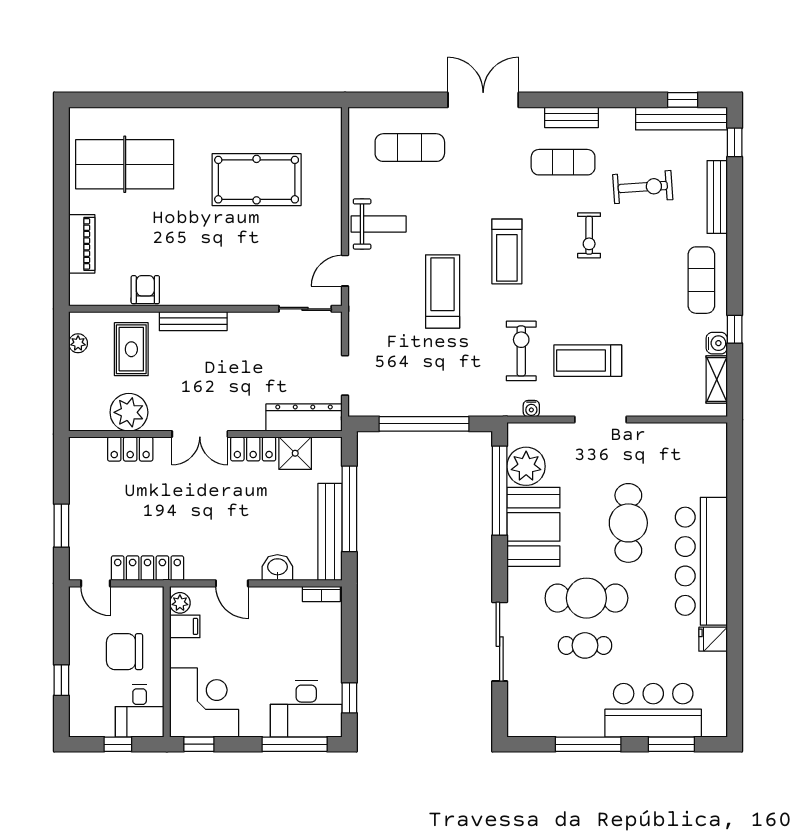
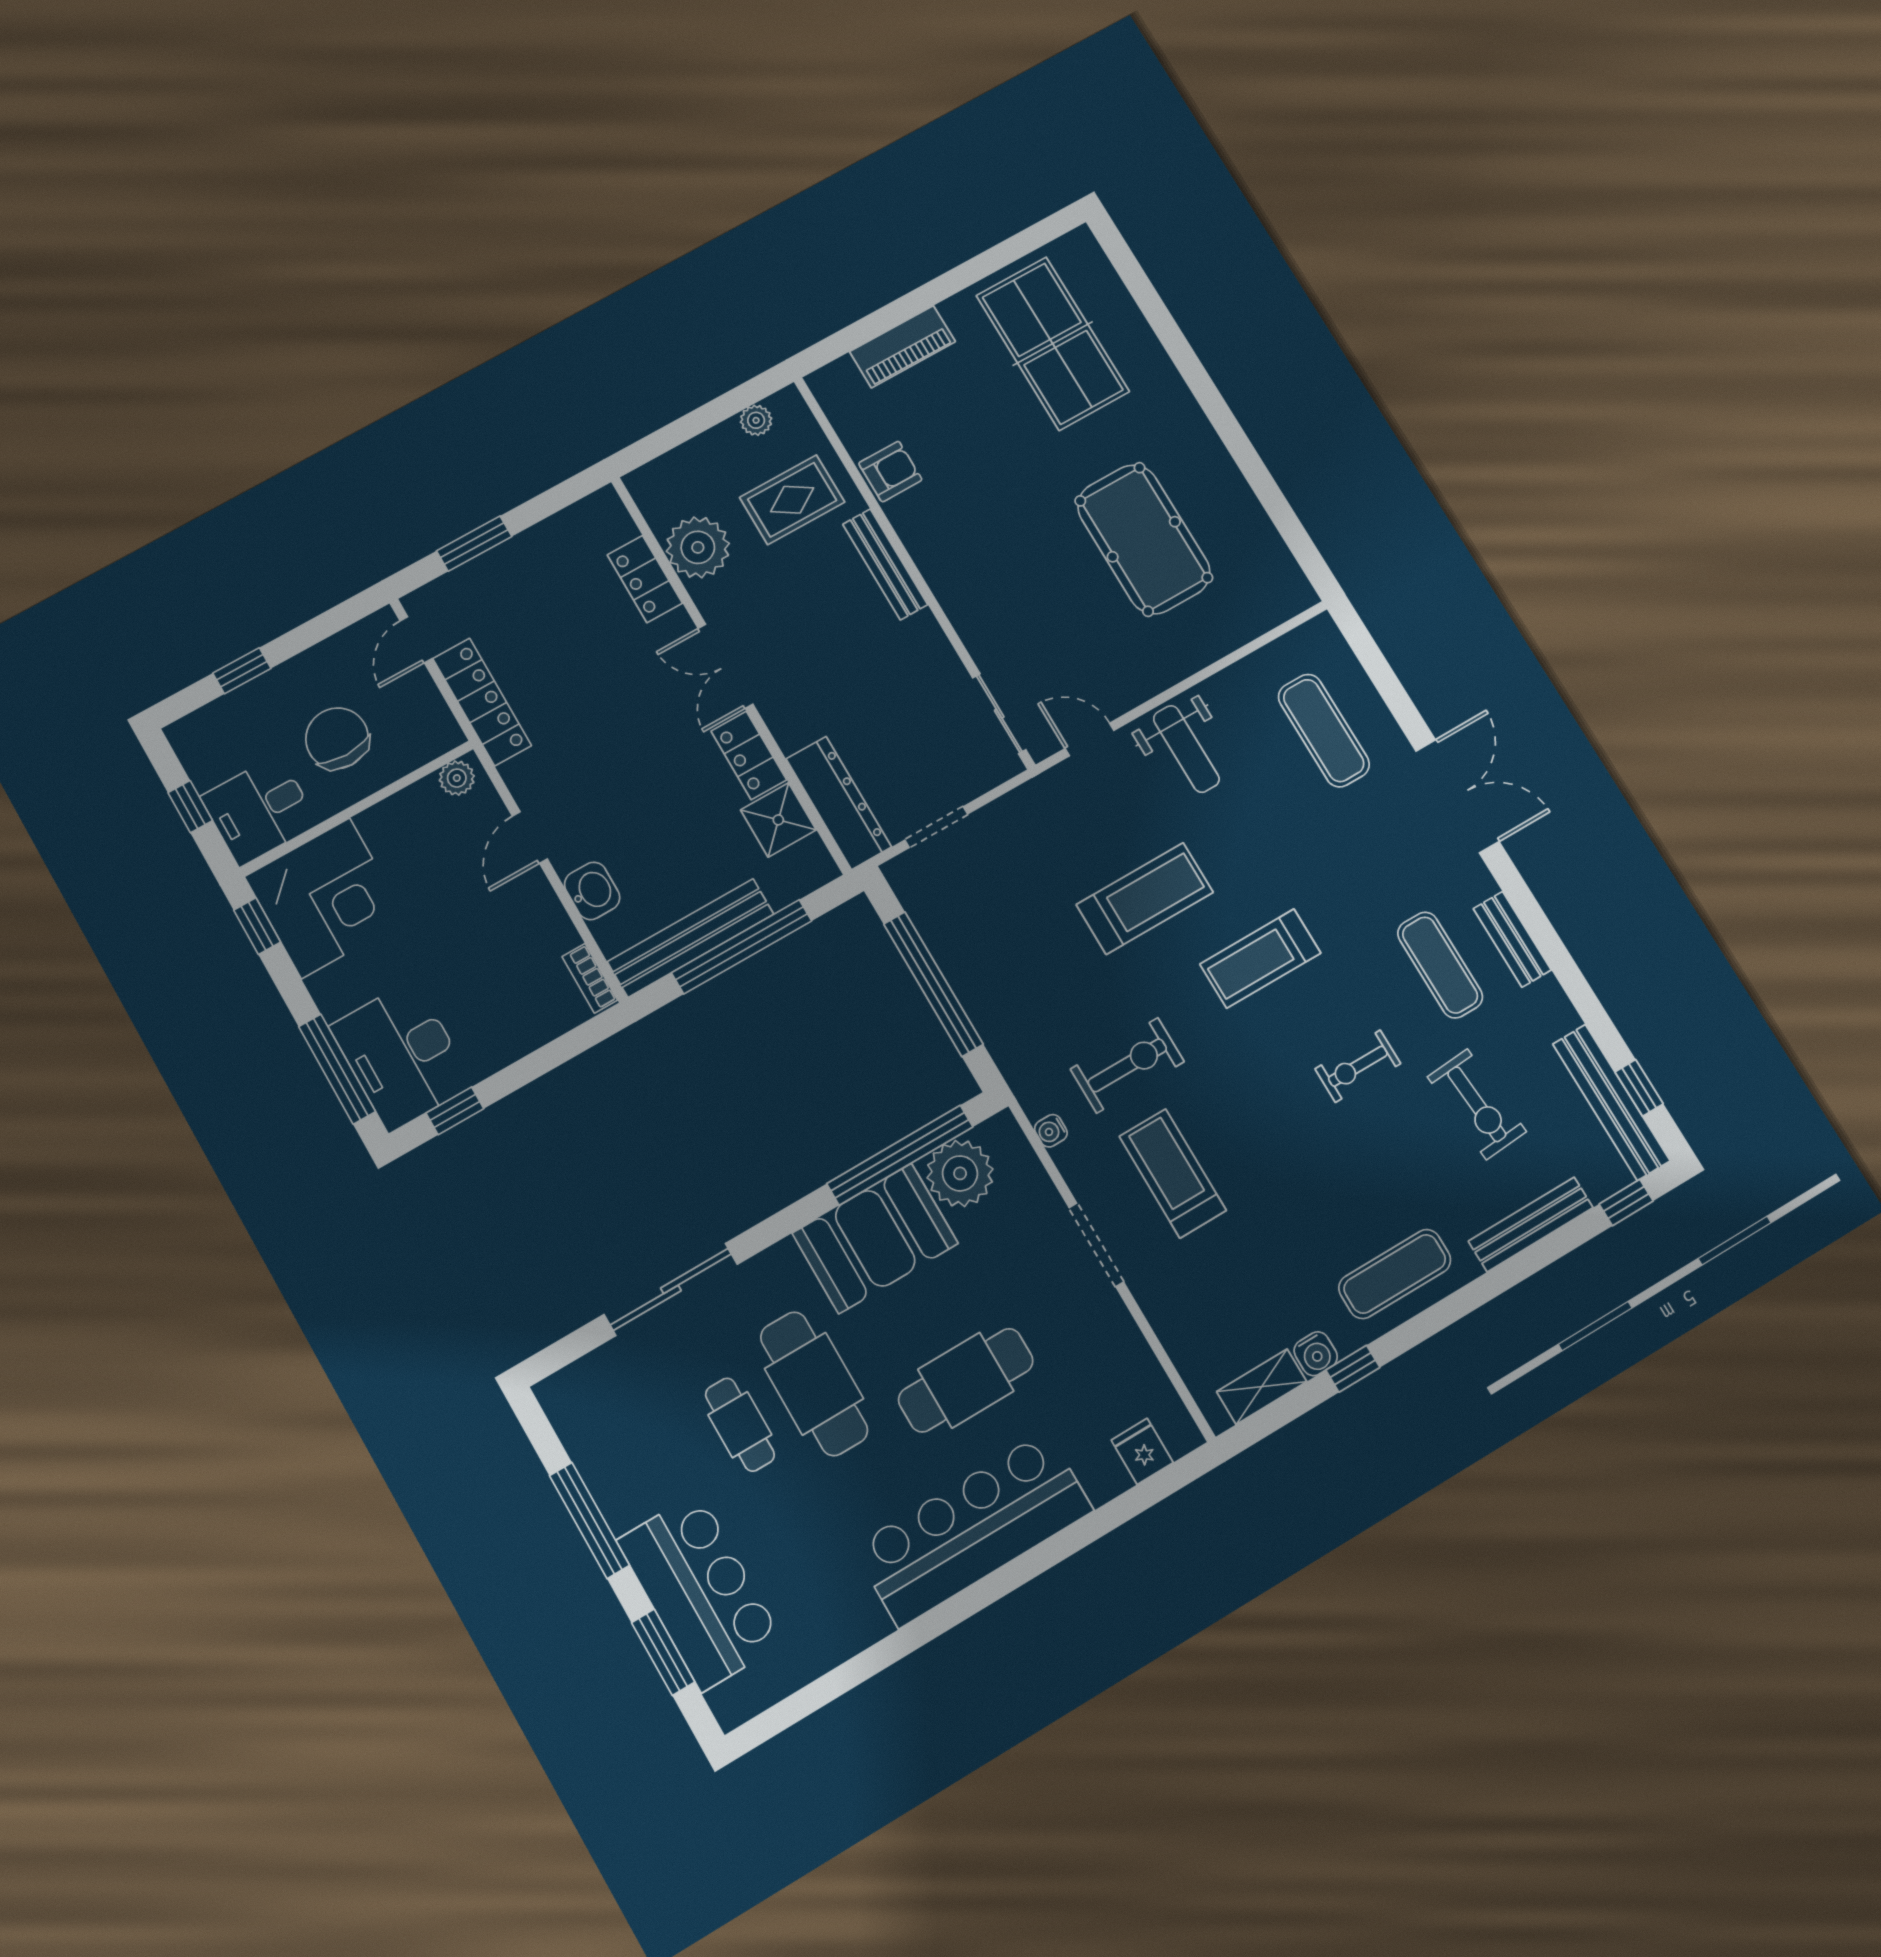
filing cabinet: (185, 626) -> (425, 805), removed
fridge: (713, 639) -> (1142, 1451), moved

